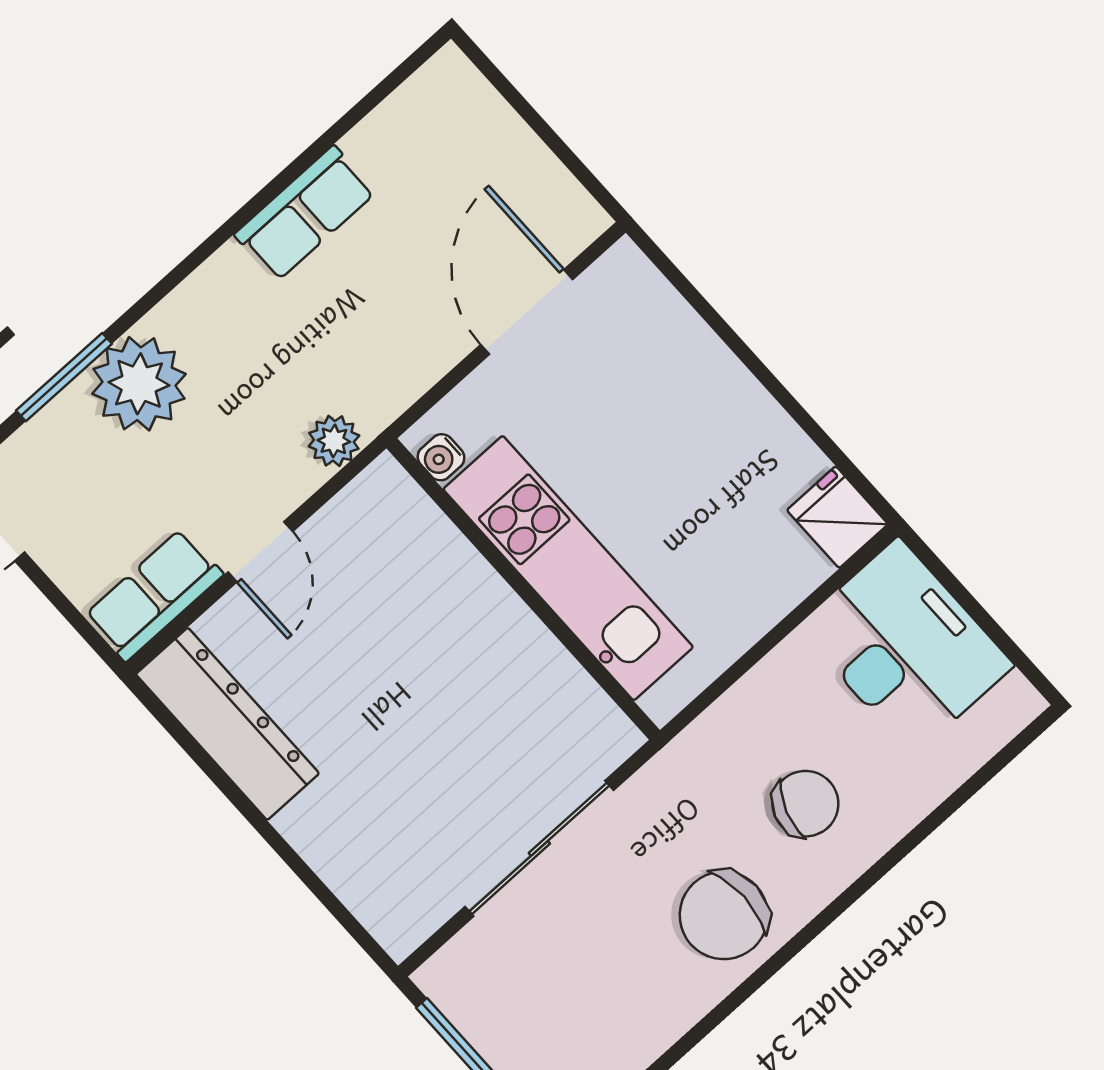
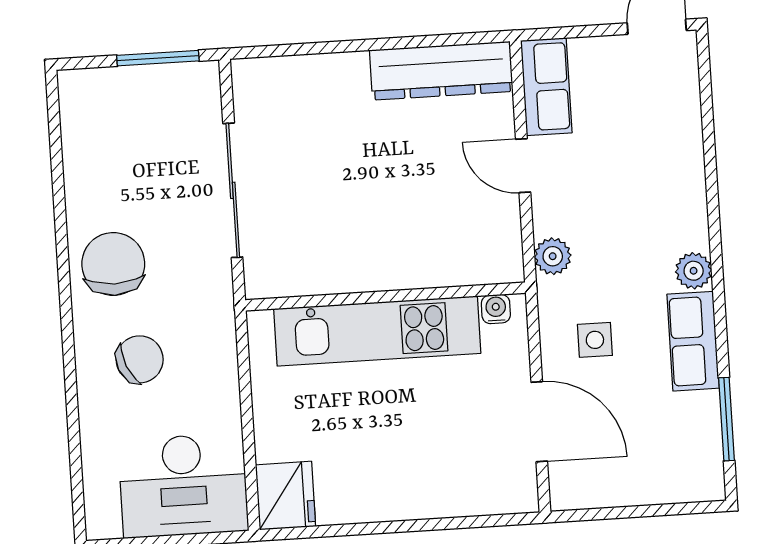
side table: (389, 322) -> (595, 340), added
window: (64, 377) -> (726, 419), moved
plant: (139, 384) -> (694, 271), moved, width x0.53, depth x0.53
fridge: (837, 517) -> (285, 496), width x1.38
chair: (805, 804) -> (140, 359), turned -132

